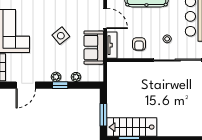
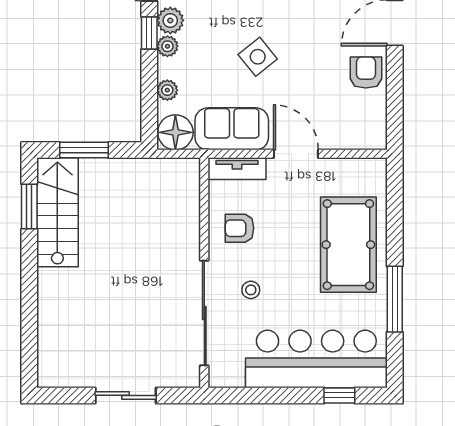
door: (105, 18) -> (296, 154), swing flipped
floor lamp: (95, 73) -> (175, 132), added
plant: (44, 76) -> (170, 20), added
window: (60, 85) -> (149, 33), moved

